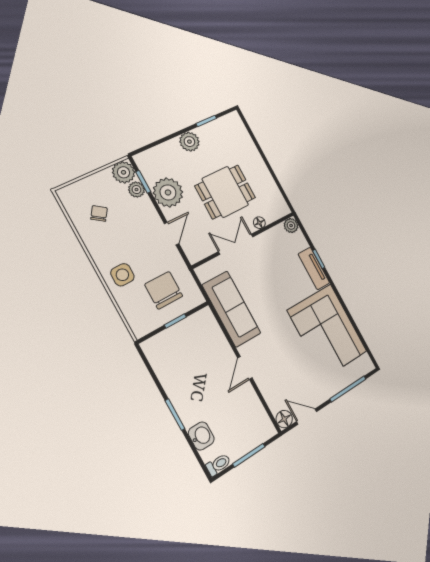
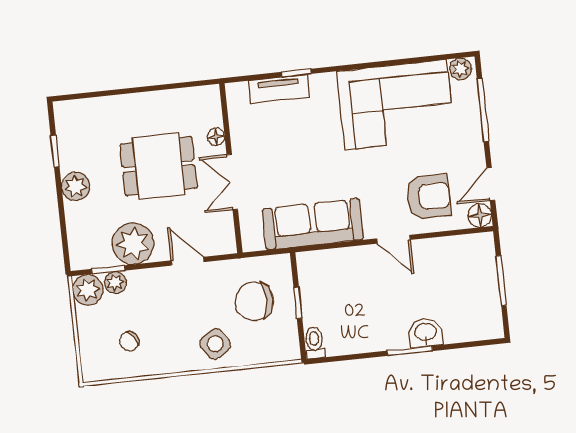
dining table: (225, 192) -> (159, 166), turned 90
chair: (99, 213) -> (129, 341), turned -72
plant: (291, 226) -> (461, 69), moved
tv unit: (314, 269) -> (279, 89), moved
side table: (122, 275) -> (215, 344), turned -34
armchair: (281, 379) -> (429, 197), added
washbasin: (201, 436) -> (426, 333), moved
toilet: (218, 465) -> (314, 343), moved

